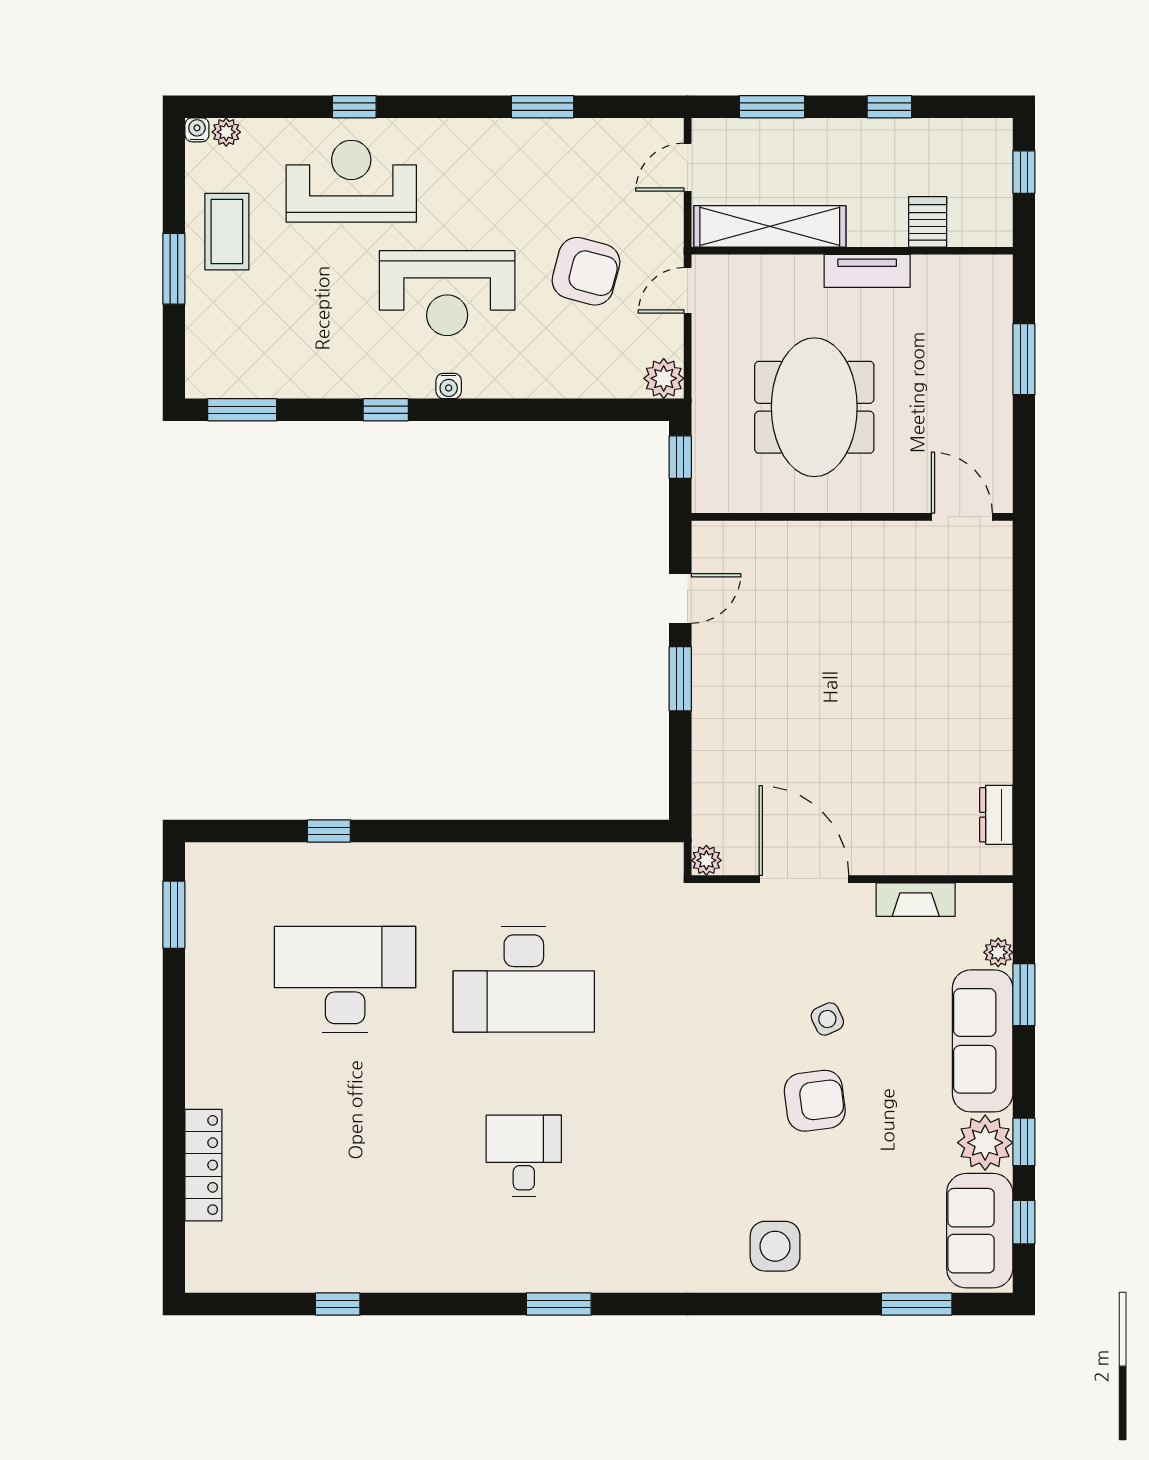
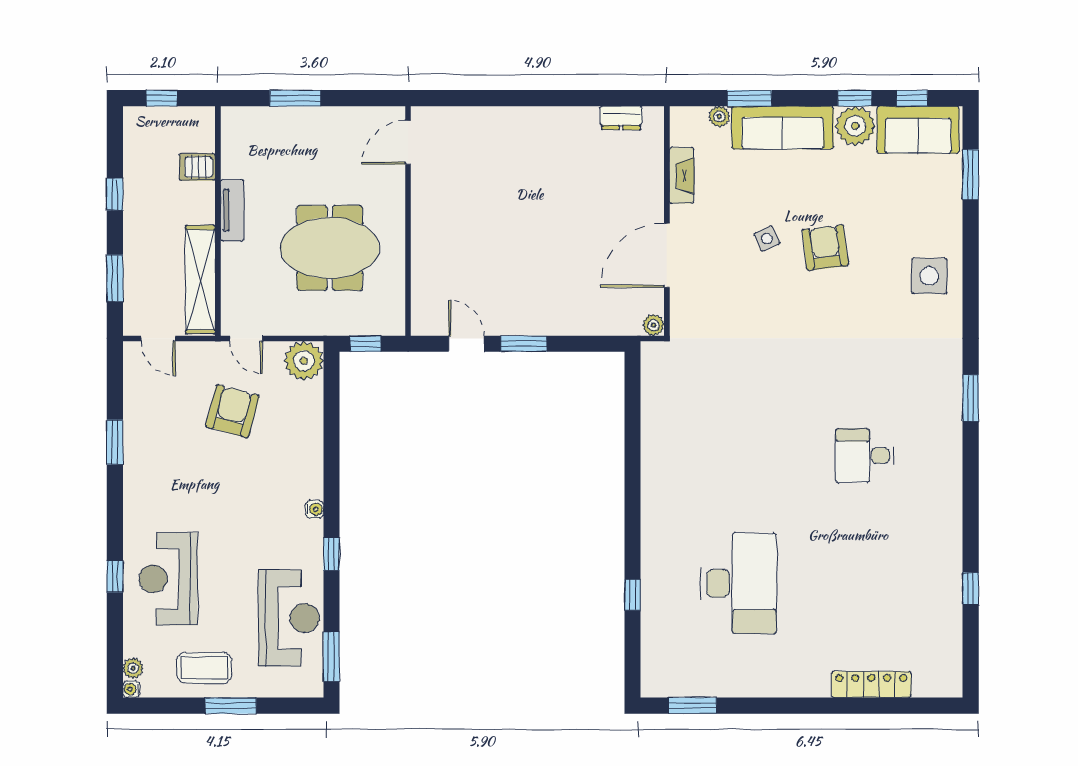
reception desk: (447, 293) -> (289, 618), moved
plant: (664, 378) -> (304, 361), width x1.36, depth x1.36
desk: (345, 979) -> (738, 583), turned 180
desk: (524, 979) -> (738, 456), removed
window: (559, 1304) -> (971, 398), moved

